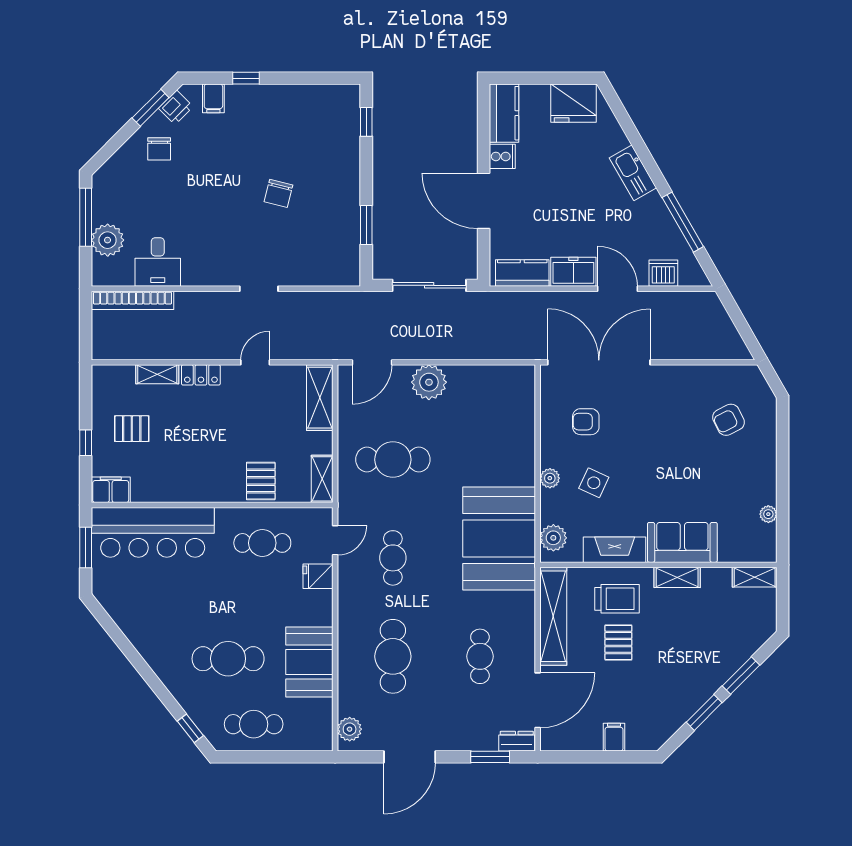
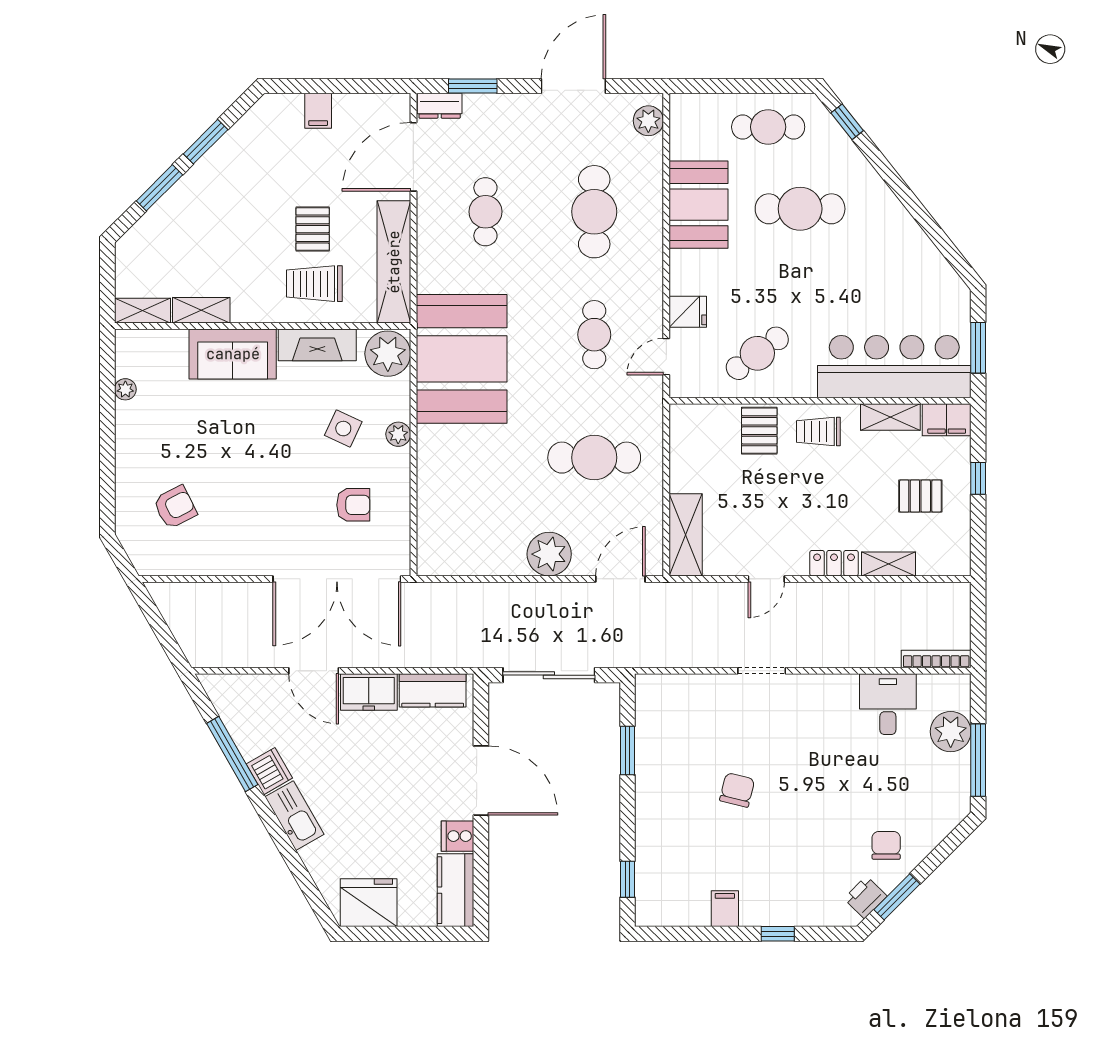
filing cabinet: (213, 98) -> (725, 909), moved
dishwasher: (663, 273) -> (269, 771), moved, turned -120
bookcase: (132, 300) -> (936, 659), width x0.68, depth x0.76
shelving: (322, 479) -> (890, 417), moved, turned 90
trolley: (213, 480) -> (818, 431), added
plant: (553, 538) -> (388, 354), width x1.36, depth x1.36
cafe table: (262, 543) -> (757, 353), turned -37
shelving: (677, 577) -> (201, 310), moved

